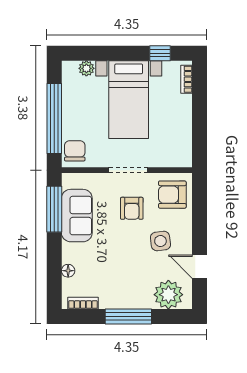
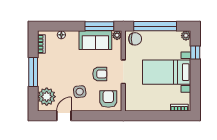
window: (160, 53) -> (195, 52), moved
plant: (86, 68) -> (186, 36), moved
plant: (69, 180) -> (117, 35), added
armchair: (132, 208) -> (100, 74), turned 180

